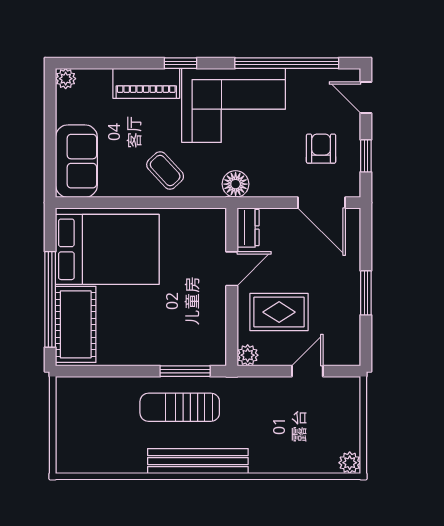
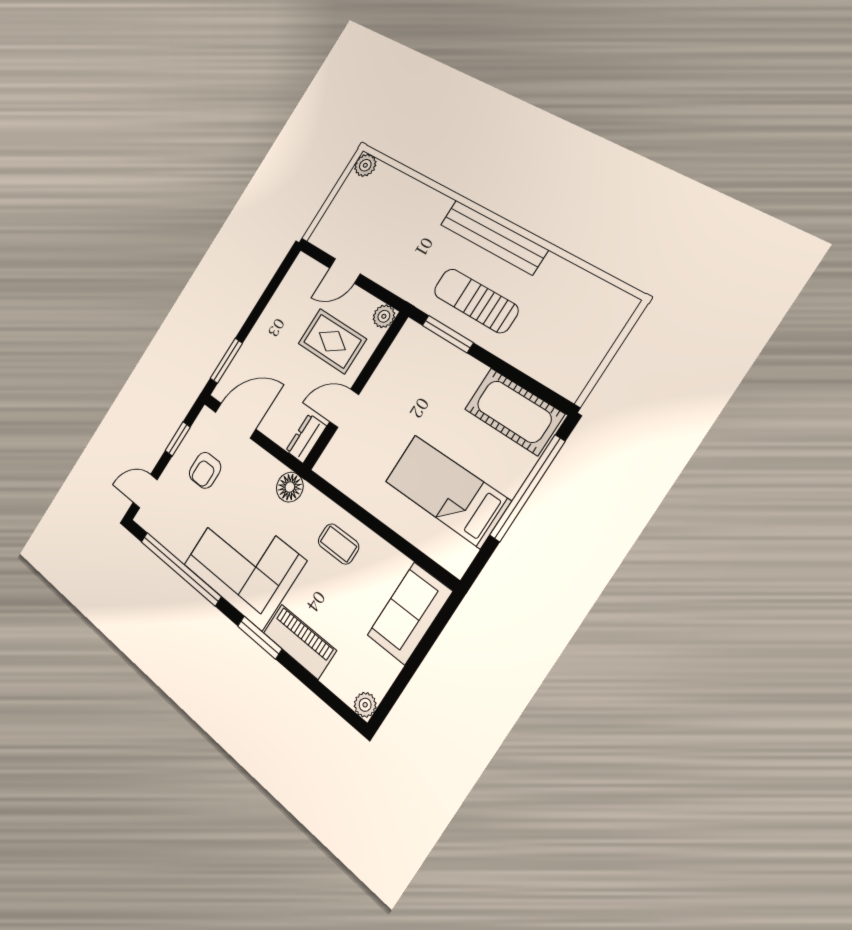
window: (181, 63) -> (260, 637), width x1.50
door: (366, 97) -> (145, 491), swing flipped
coffee table: (165, 170) -> (338, 544), turned -47
door: (322, 203) -> (236, 421), hinge flipped
bed: (107, 249) -> (447, 491), width x0.67
window: (366, 293) -> (226, 361), moved
cot: (76, 324) -> (514, 412), moved, turned 90
sun lounger: (180, 407) -> (476, 301), turned 180

